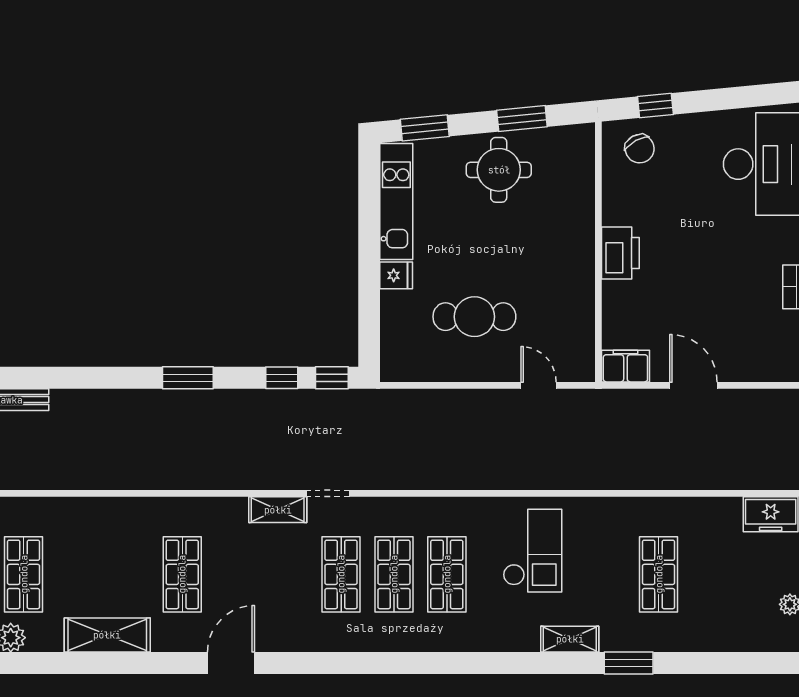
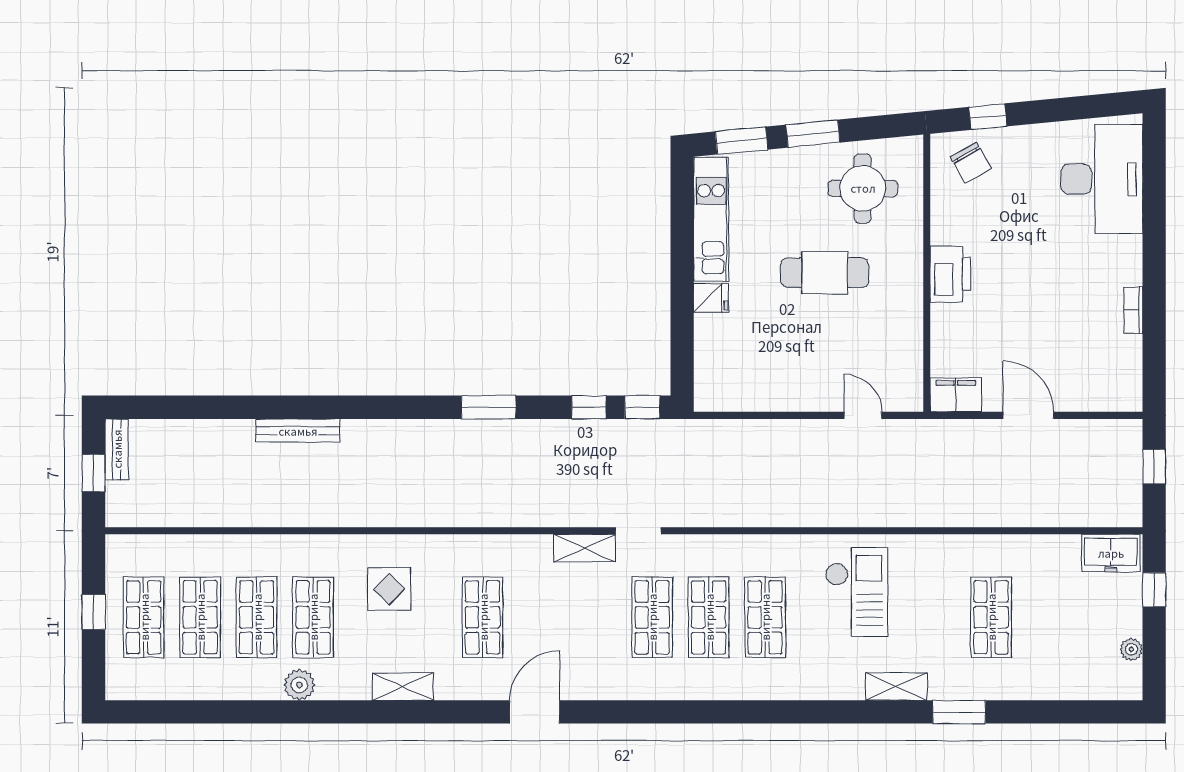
window: (522, 118) -> (813, 134), moved
round table: (499, 170) -> (863, 188), moved
cafe table: (474, 317) -> (825, 273), moved
display table: (95, 548) -> (389, 589), added
shelving: (107, 635) -> (403, 687), width x0.67, depth x0.75

